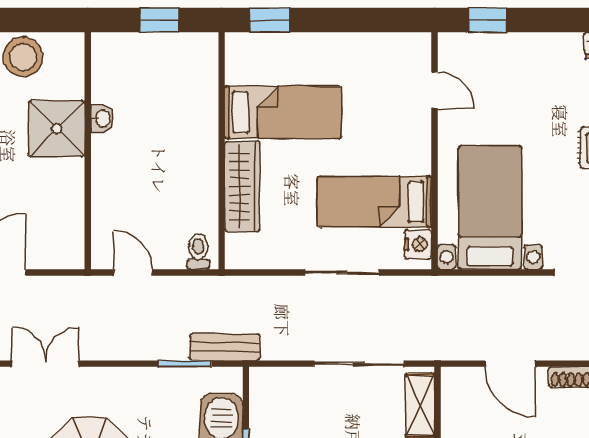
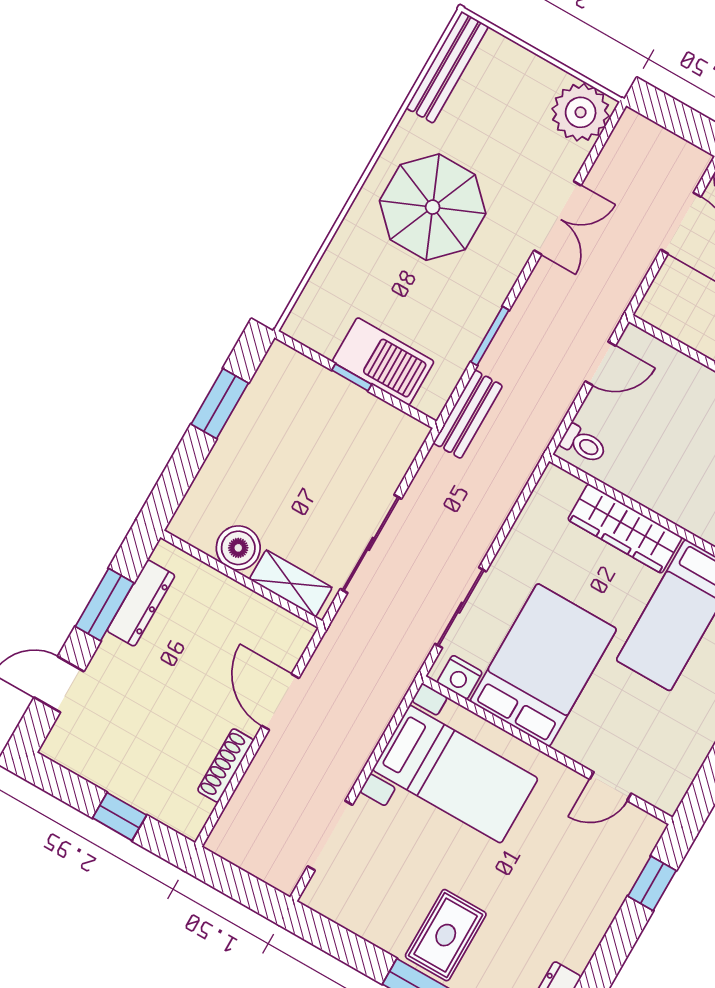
bed: (375, 202) -> (543, 665), width x1.50
sliding door: (342, 272) -> (461, 608), moved
window: (185, 364) -> (490, 336), moved
door: (510, 364) -> (280, 702), hinge flipped

